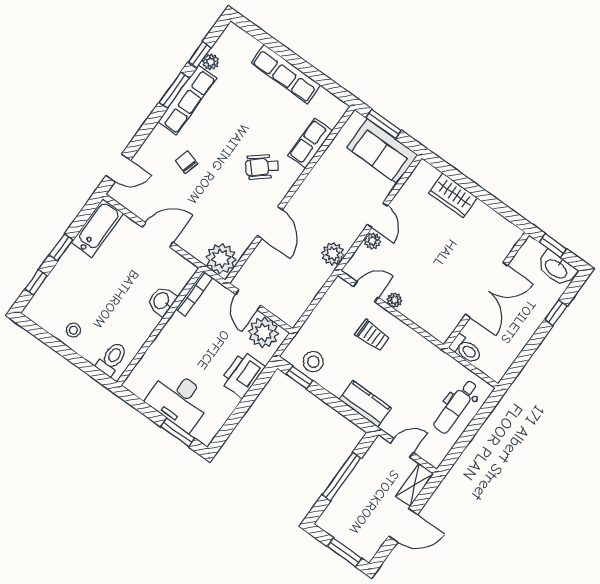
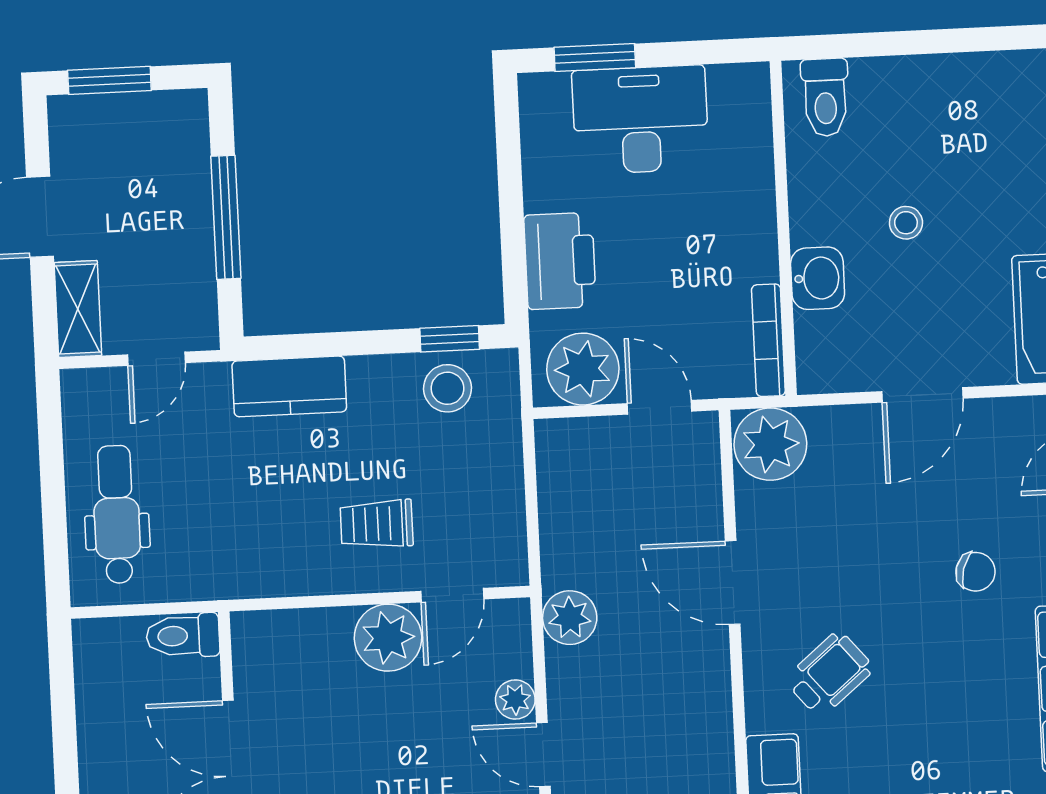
plant: (394, 300) -> (388, 638), width x1.88, depth x1.88
stool: (73, 330) -> (906, 223), moved

